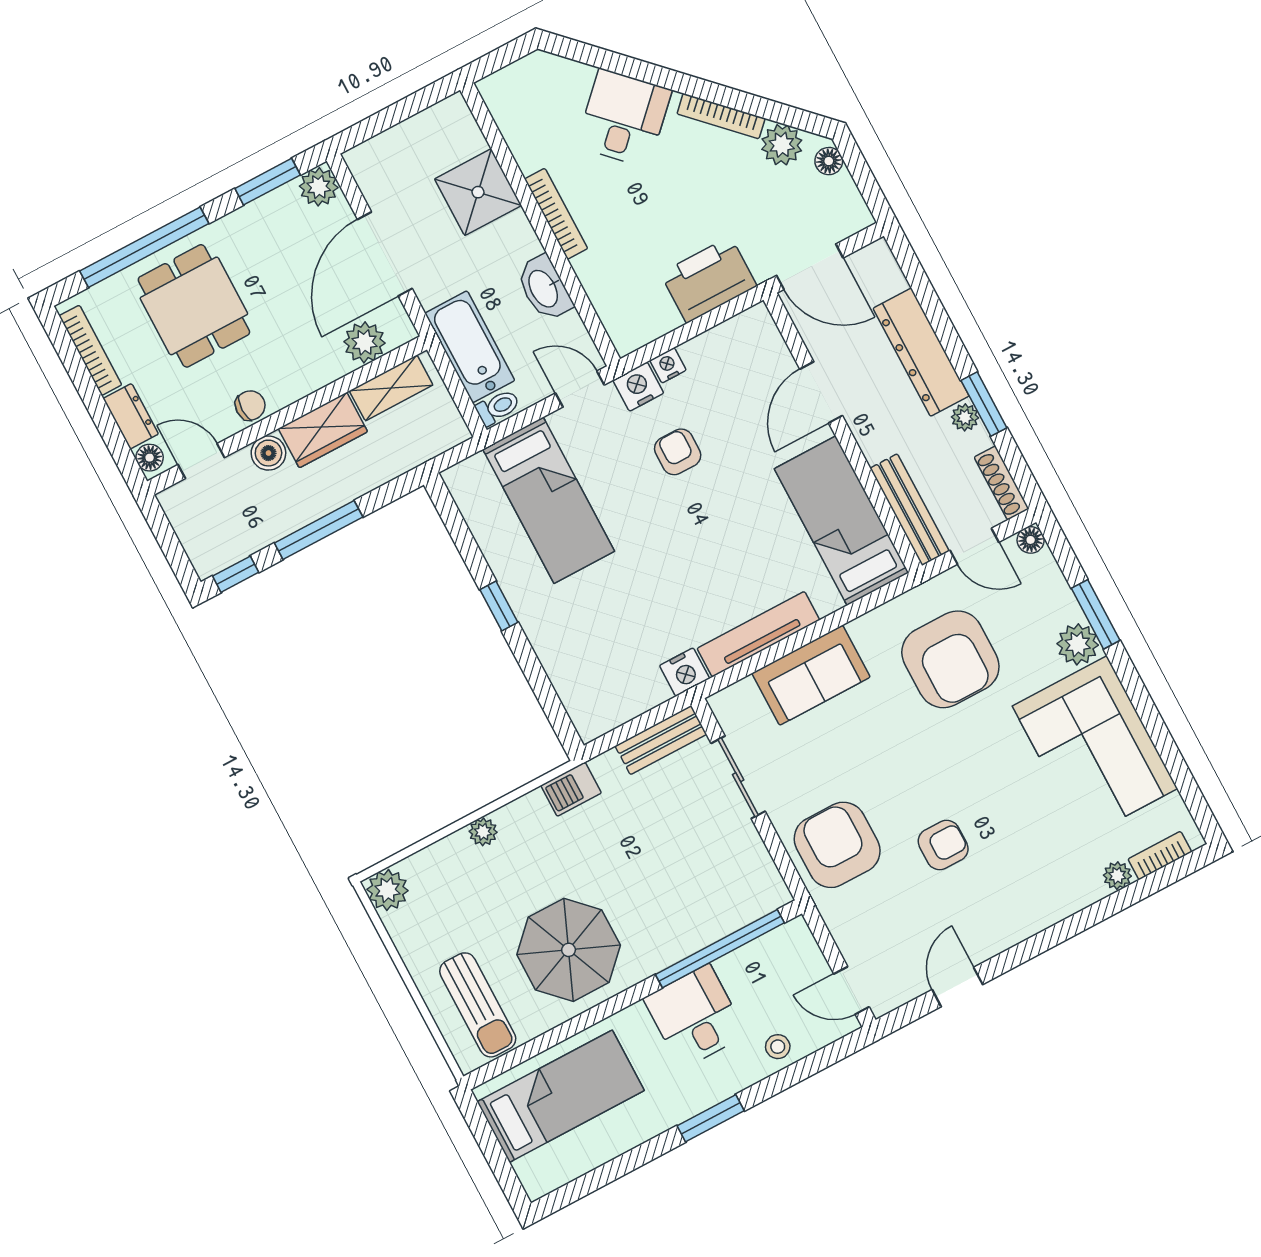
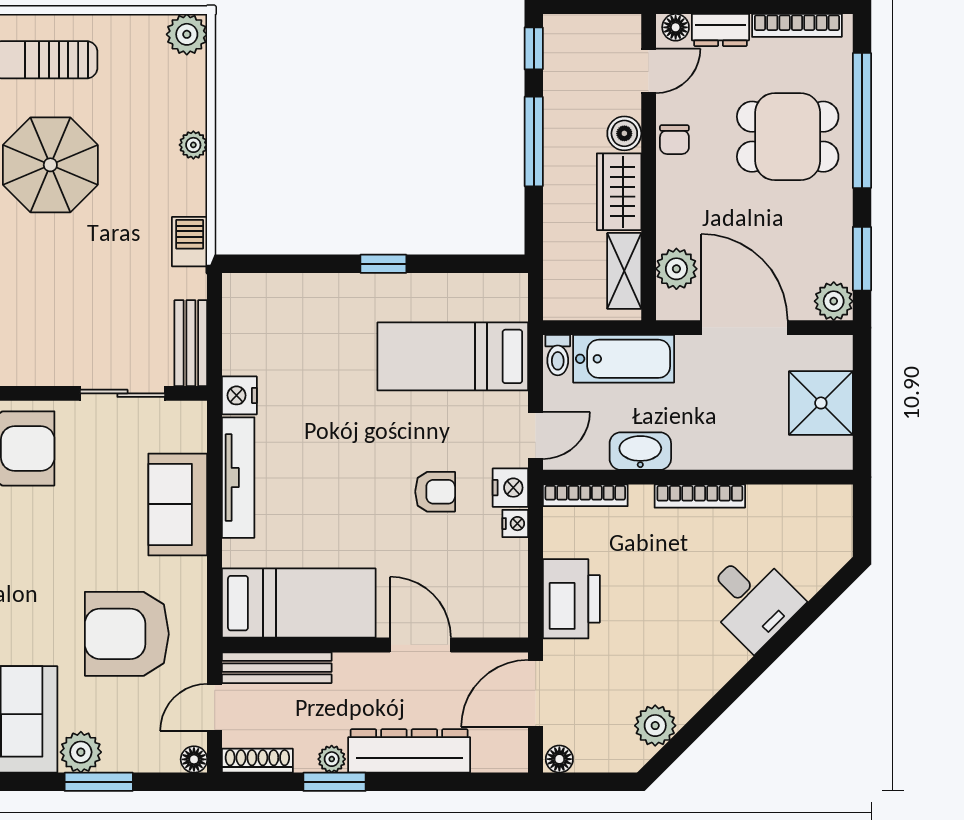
bookcase: (721, 116) -> (585, 495), moved, turned -135
floor lamp: (829, 161) -> (559, 759), moved
shower: (478, 192) -> (821, 403), moved

